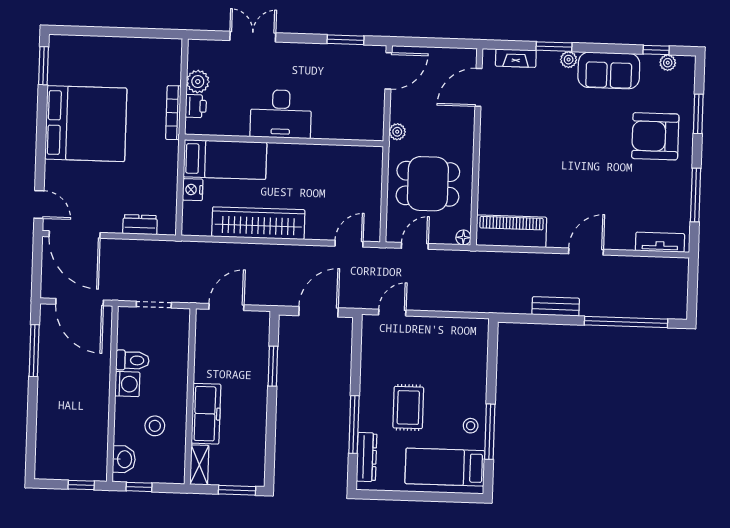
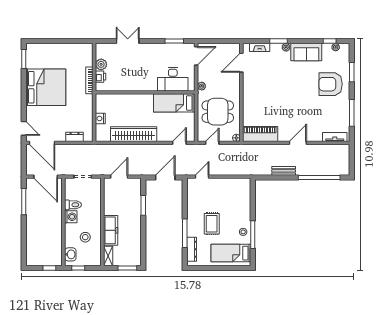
desk: (281, 114) -> (173, 79), moved
bed: (225, 160) -> (174, 103), moved, turned 180

